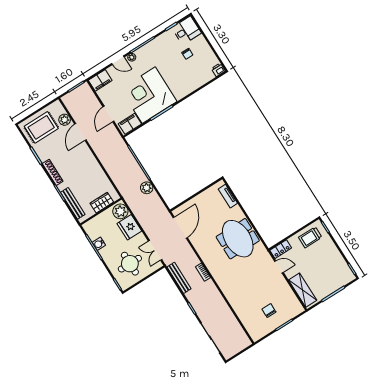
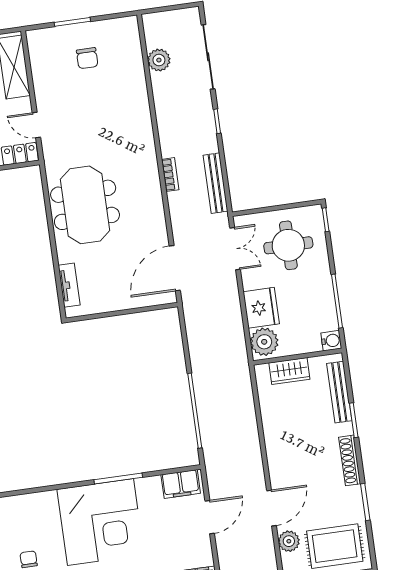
corner desk: (149, 95) -> (100, 522), moved
plant: (147, 188) -> (159, 60), moved
water cooler: (99, 244) -> (331, 341), moved

